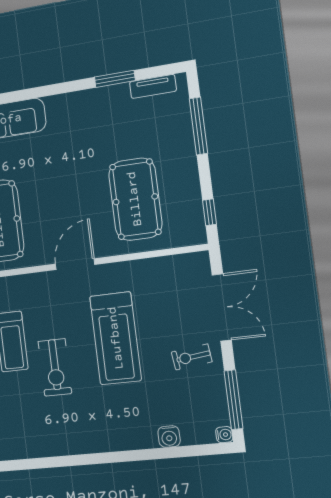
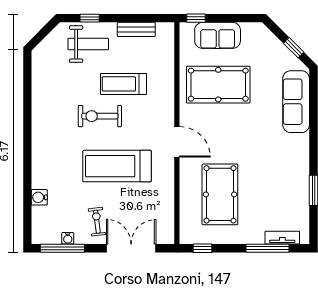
tv unit: (153, 86) -> (282, 238), moved, turned 90
pool table: (135, 199) -> (220, 194), turned 90
double door: (222, 307) -> (131, 248), swing flipped
water cooler: (224, 435) -> (68, 238), moved

